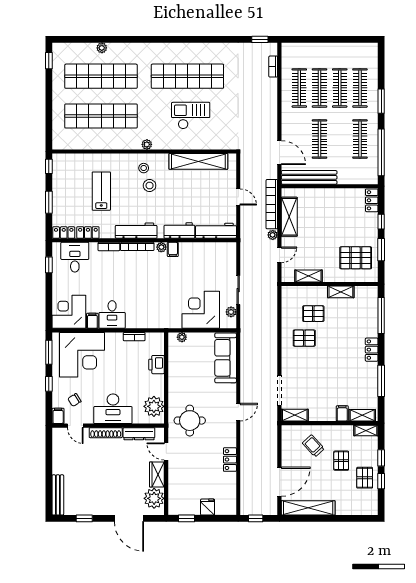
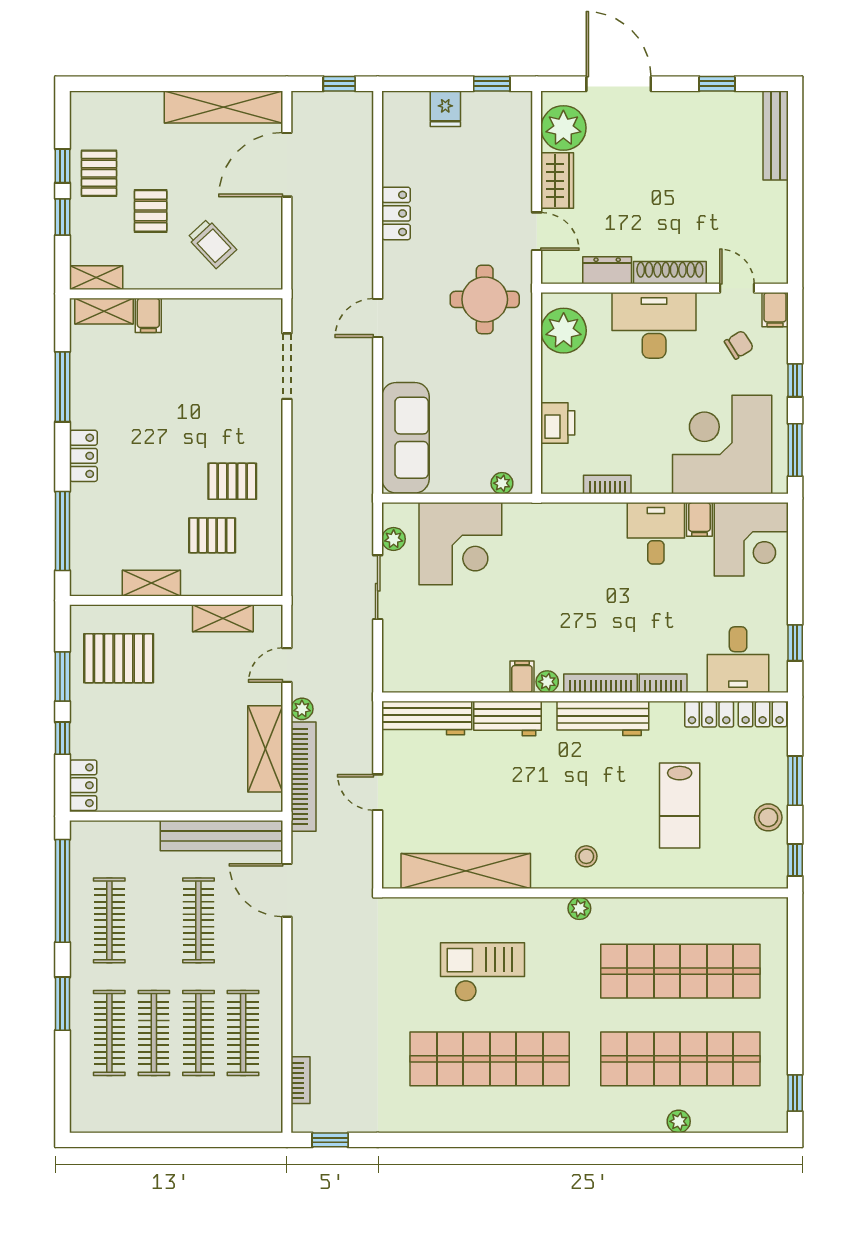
checkout: (191, 116) -> (483, 972), turned 180
stool: (150, 185) -> (768, 817), moved
shelving: (295, 415) -> (253, 311), removed
dresser: (139, 434) -> (607, 270), width x0.70

